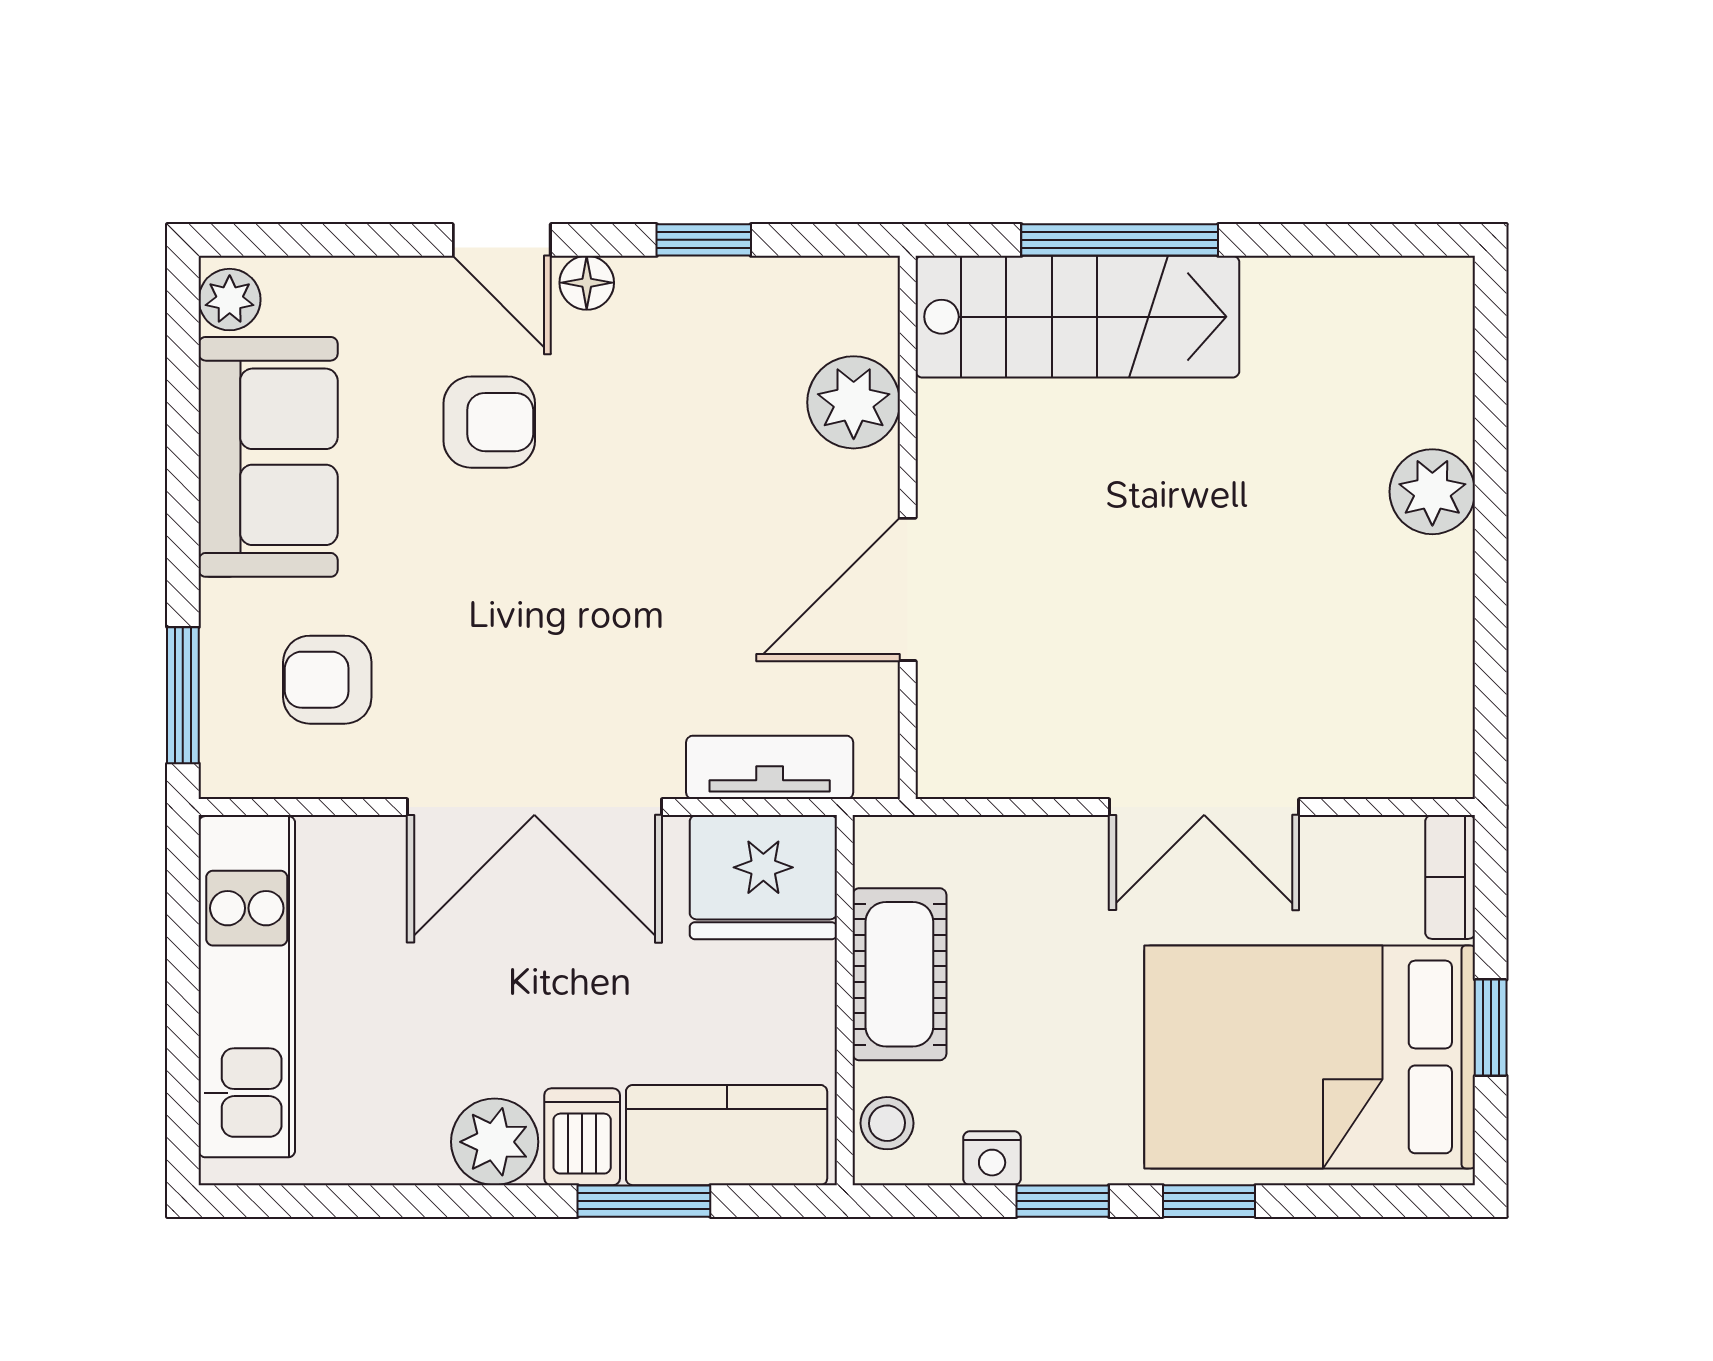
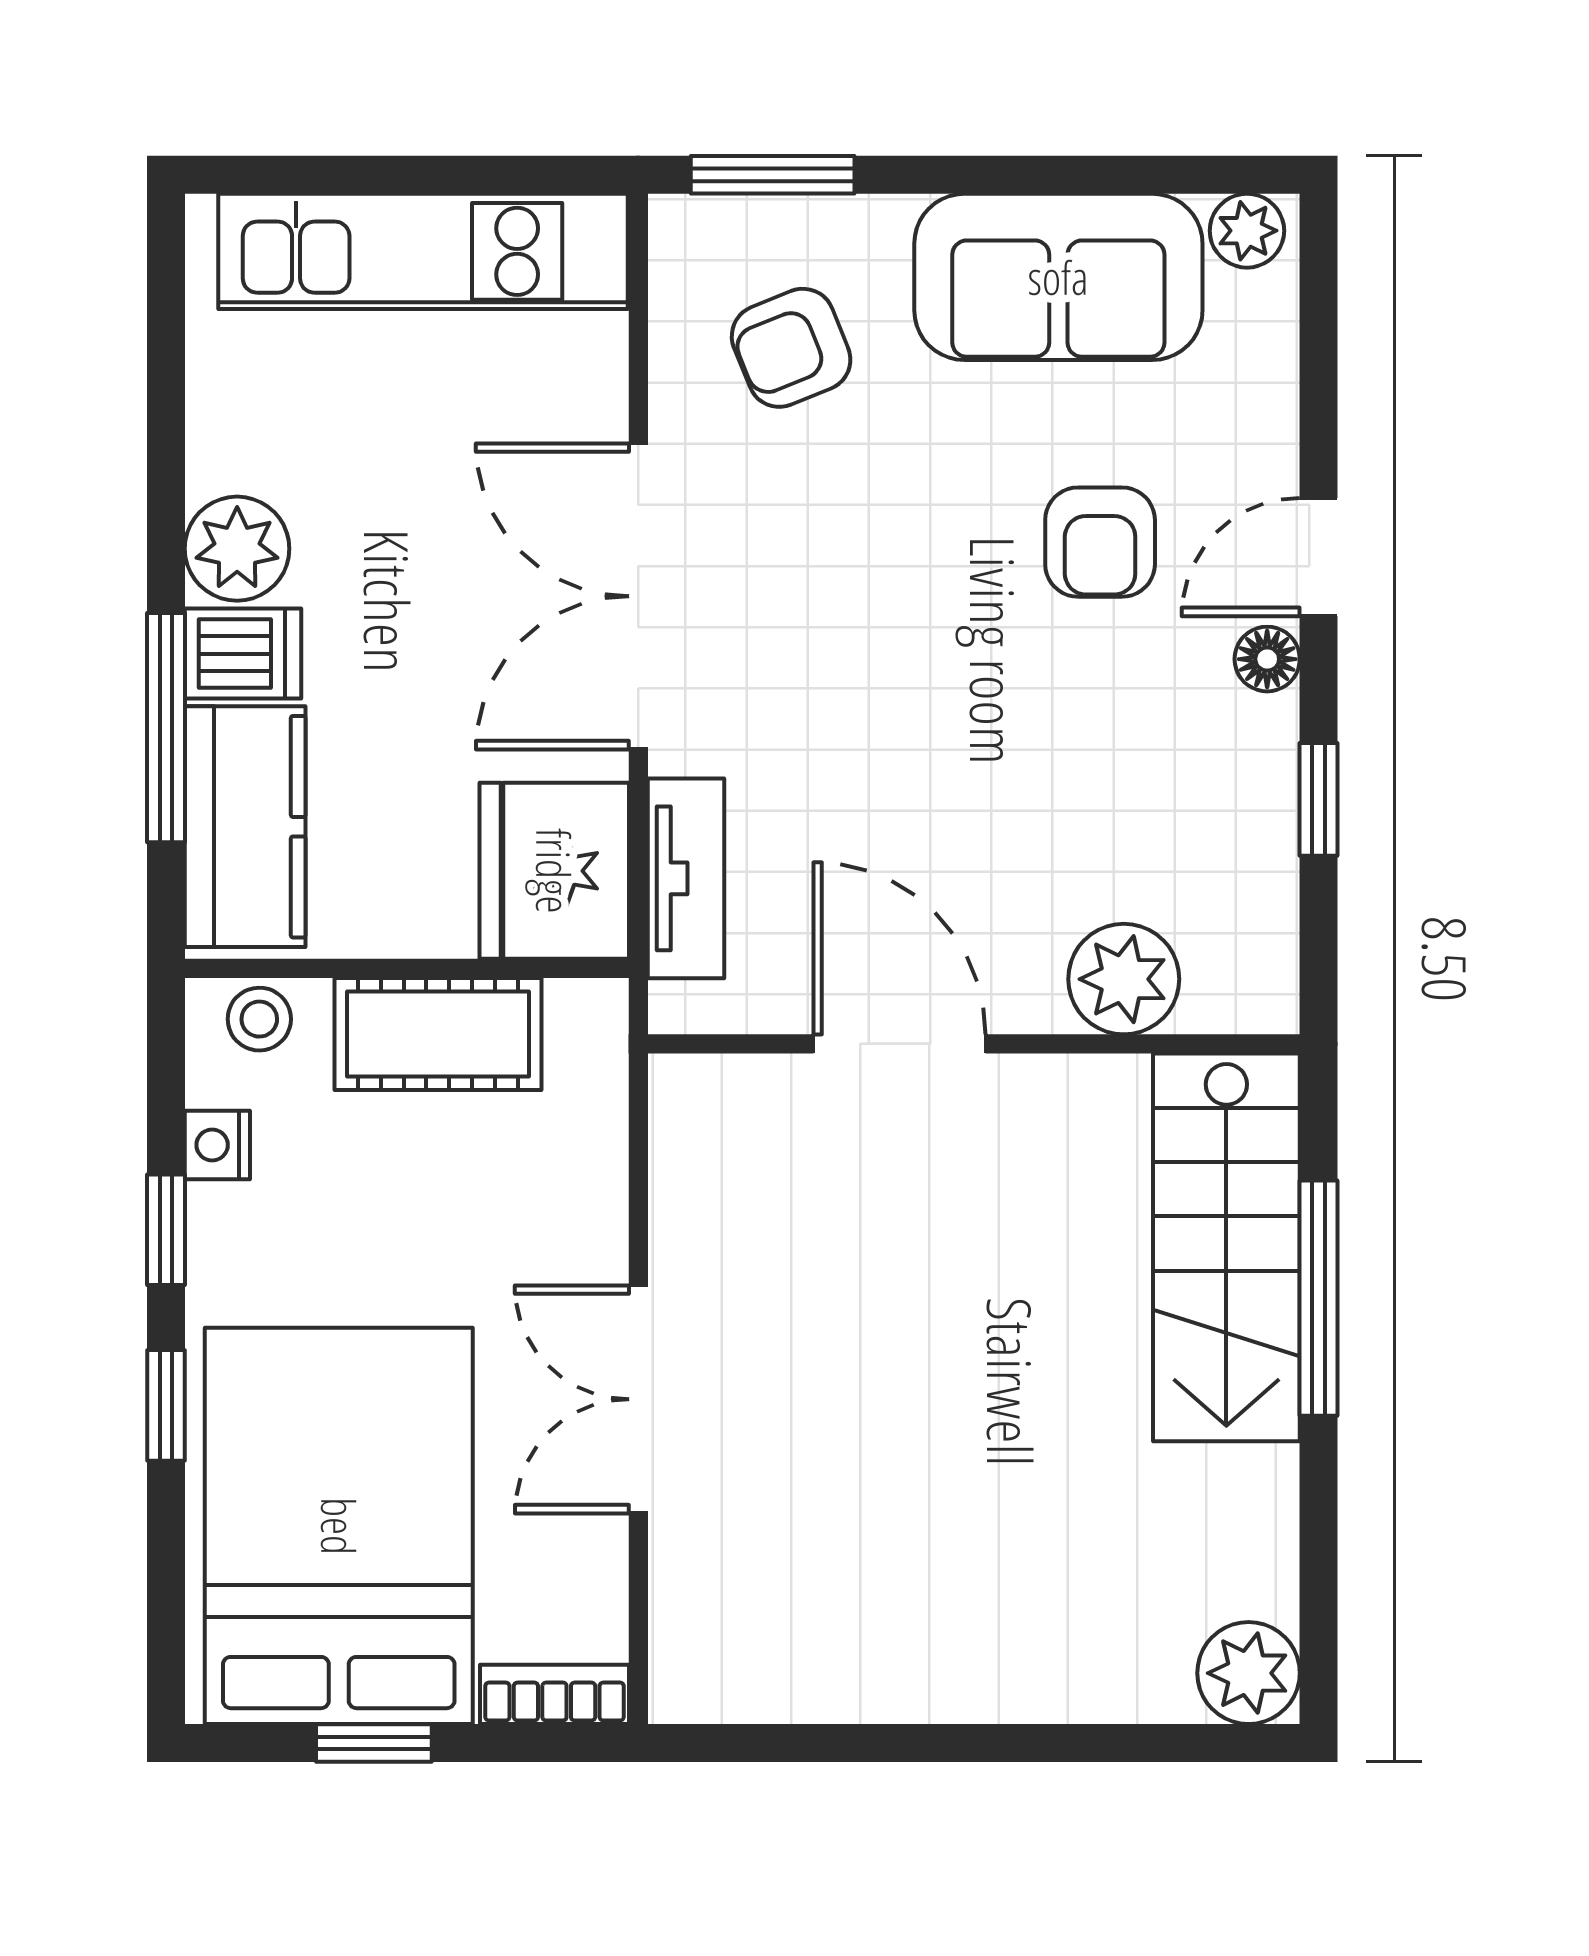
plant: (1432, 492) -> (1249, 1673), moved
armchair: (327, 680) -> (791, 348), turned -112
window: (644, 1201) -> (166, 728), width x1.44

